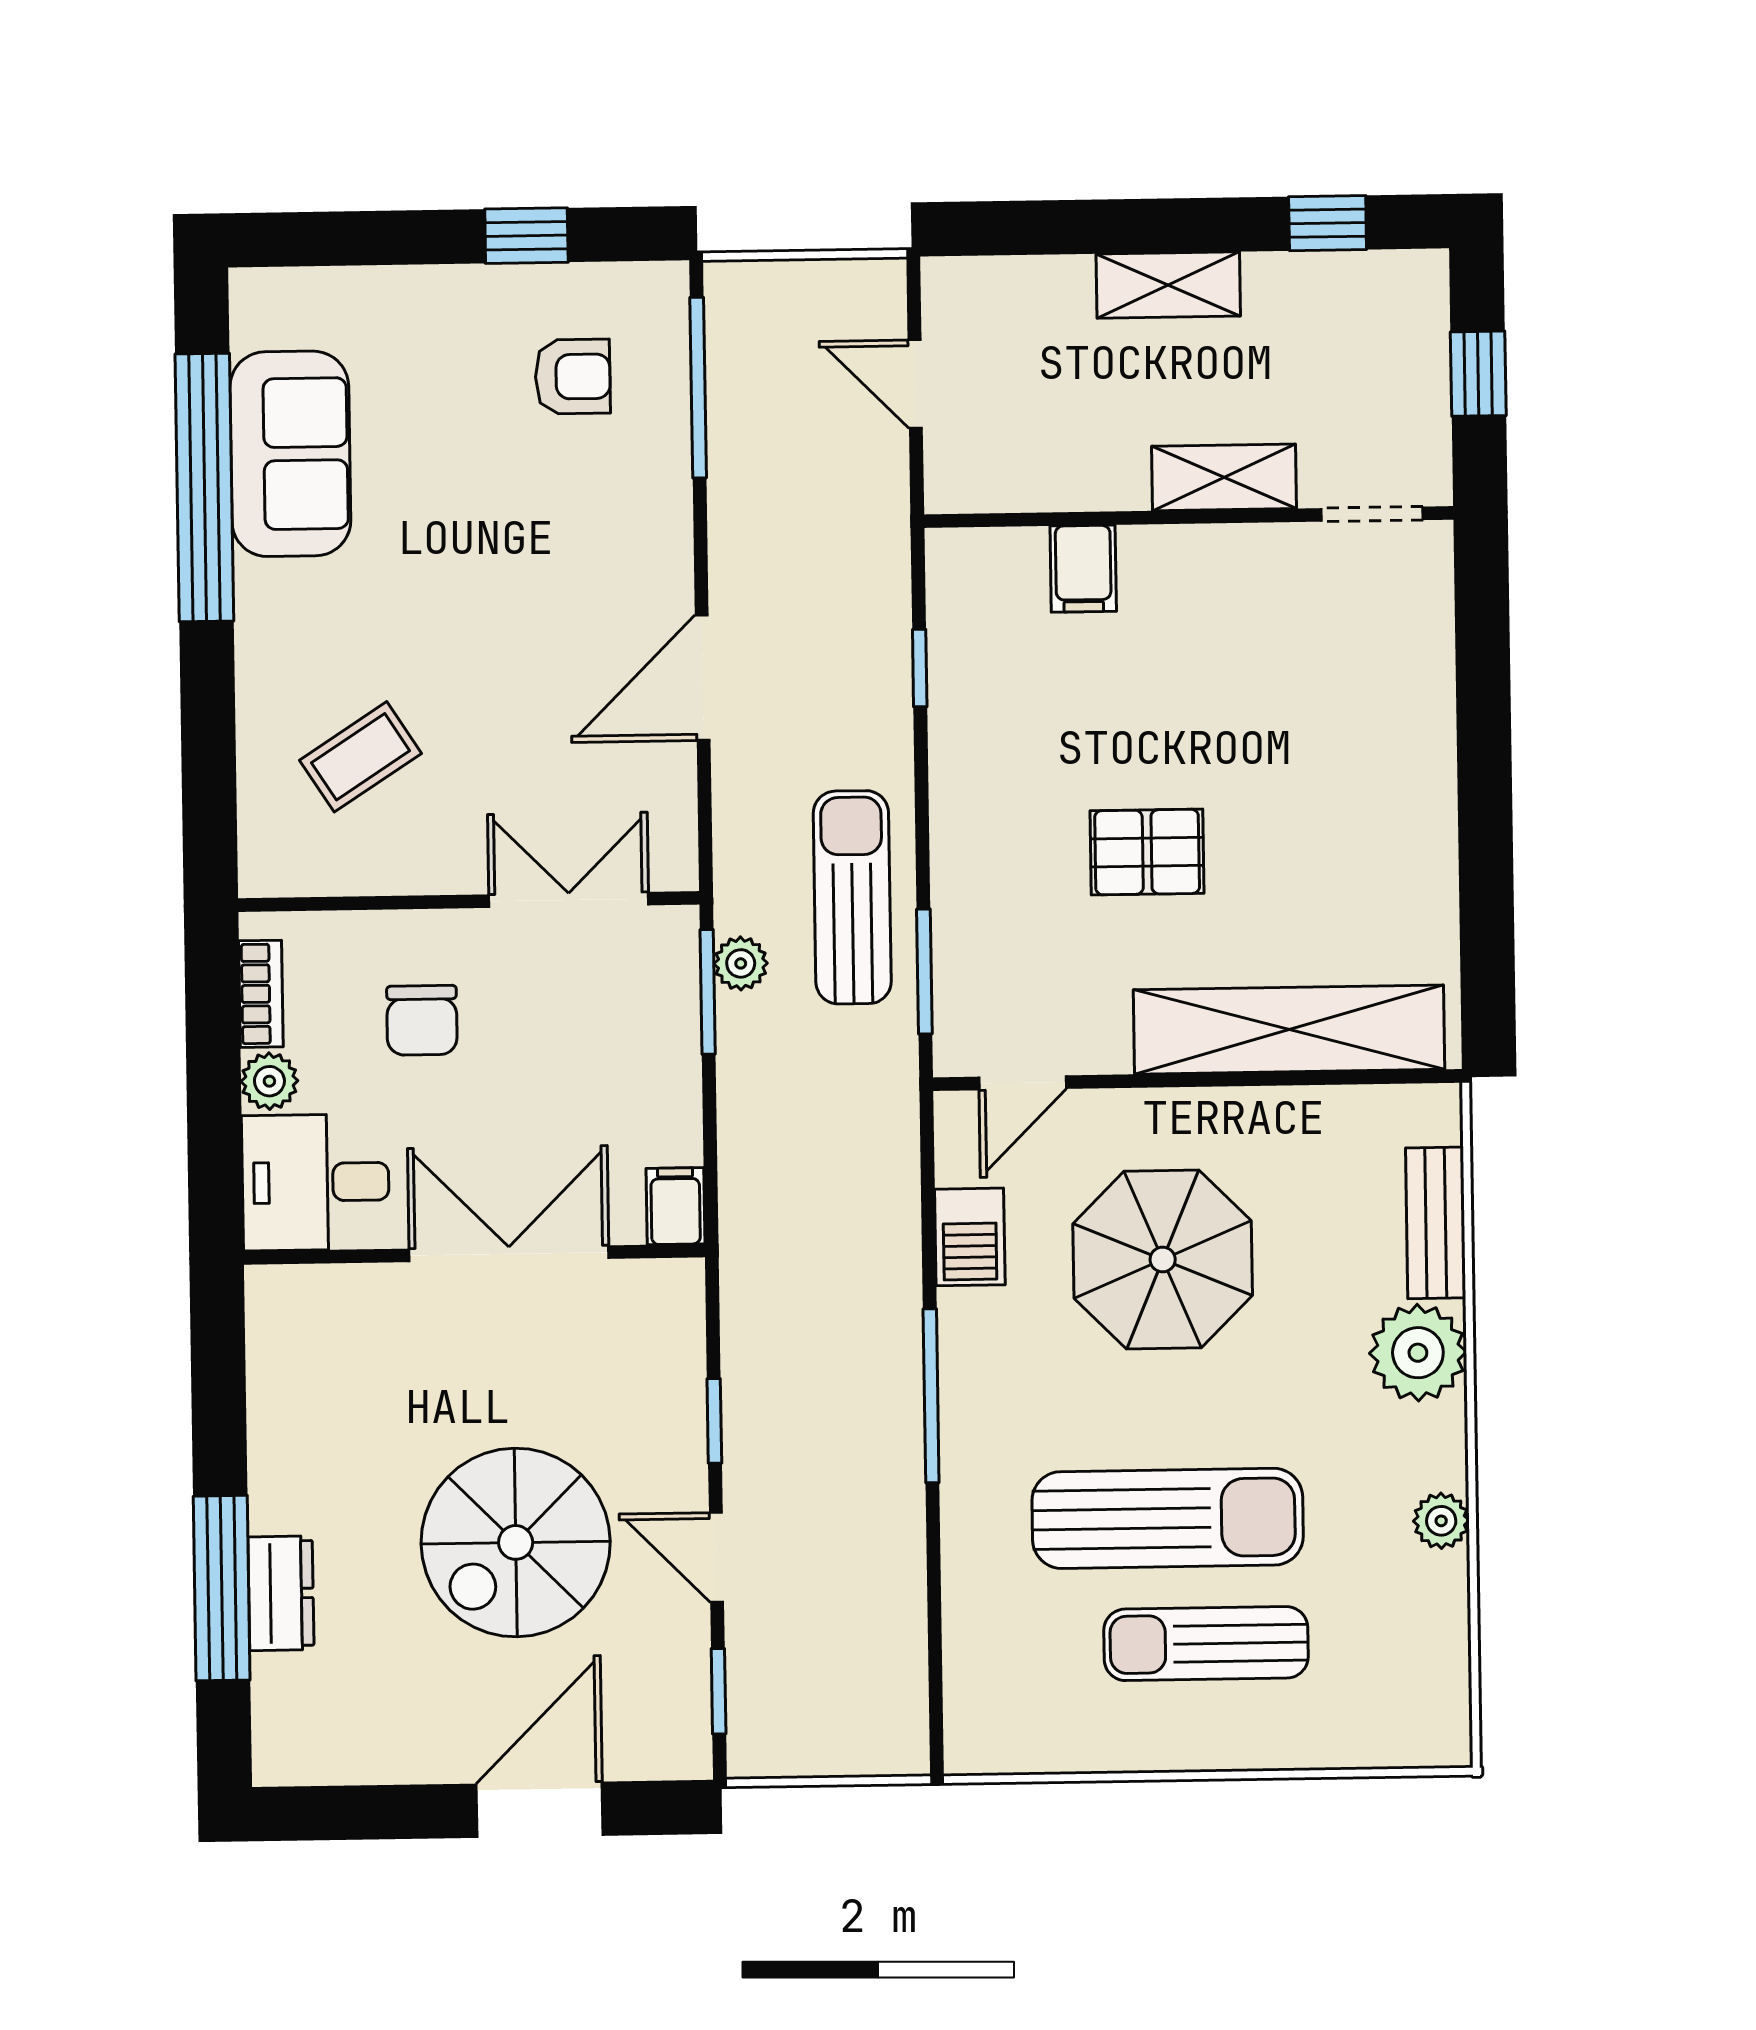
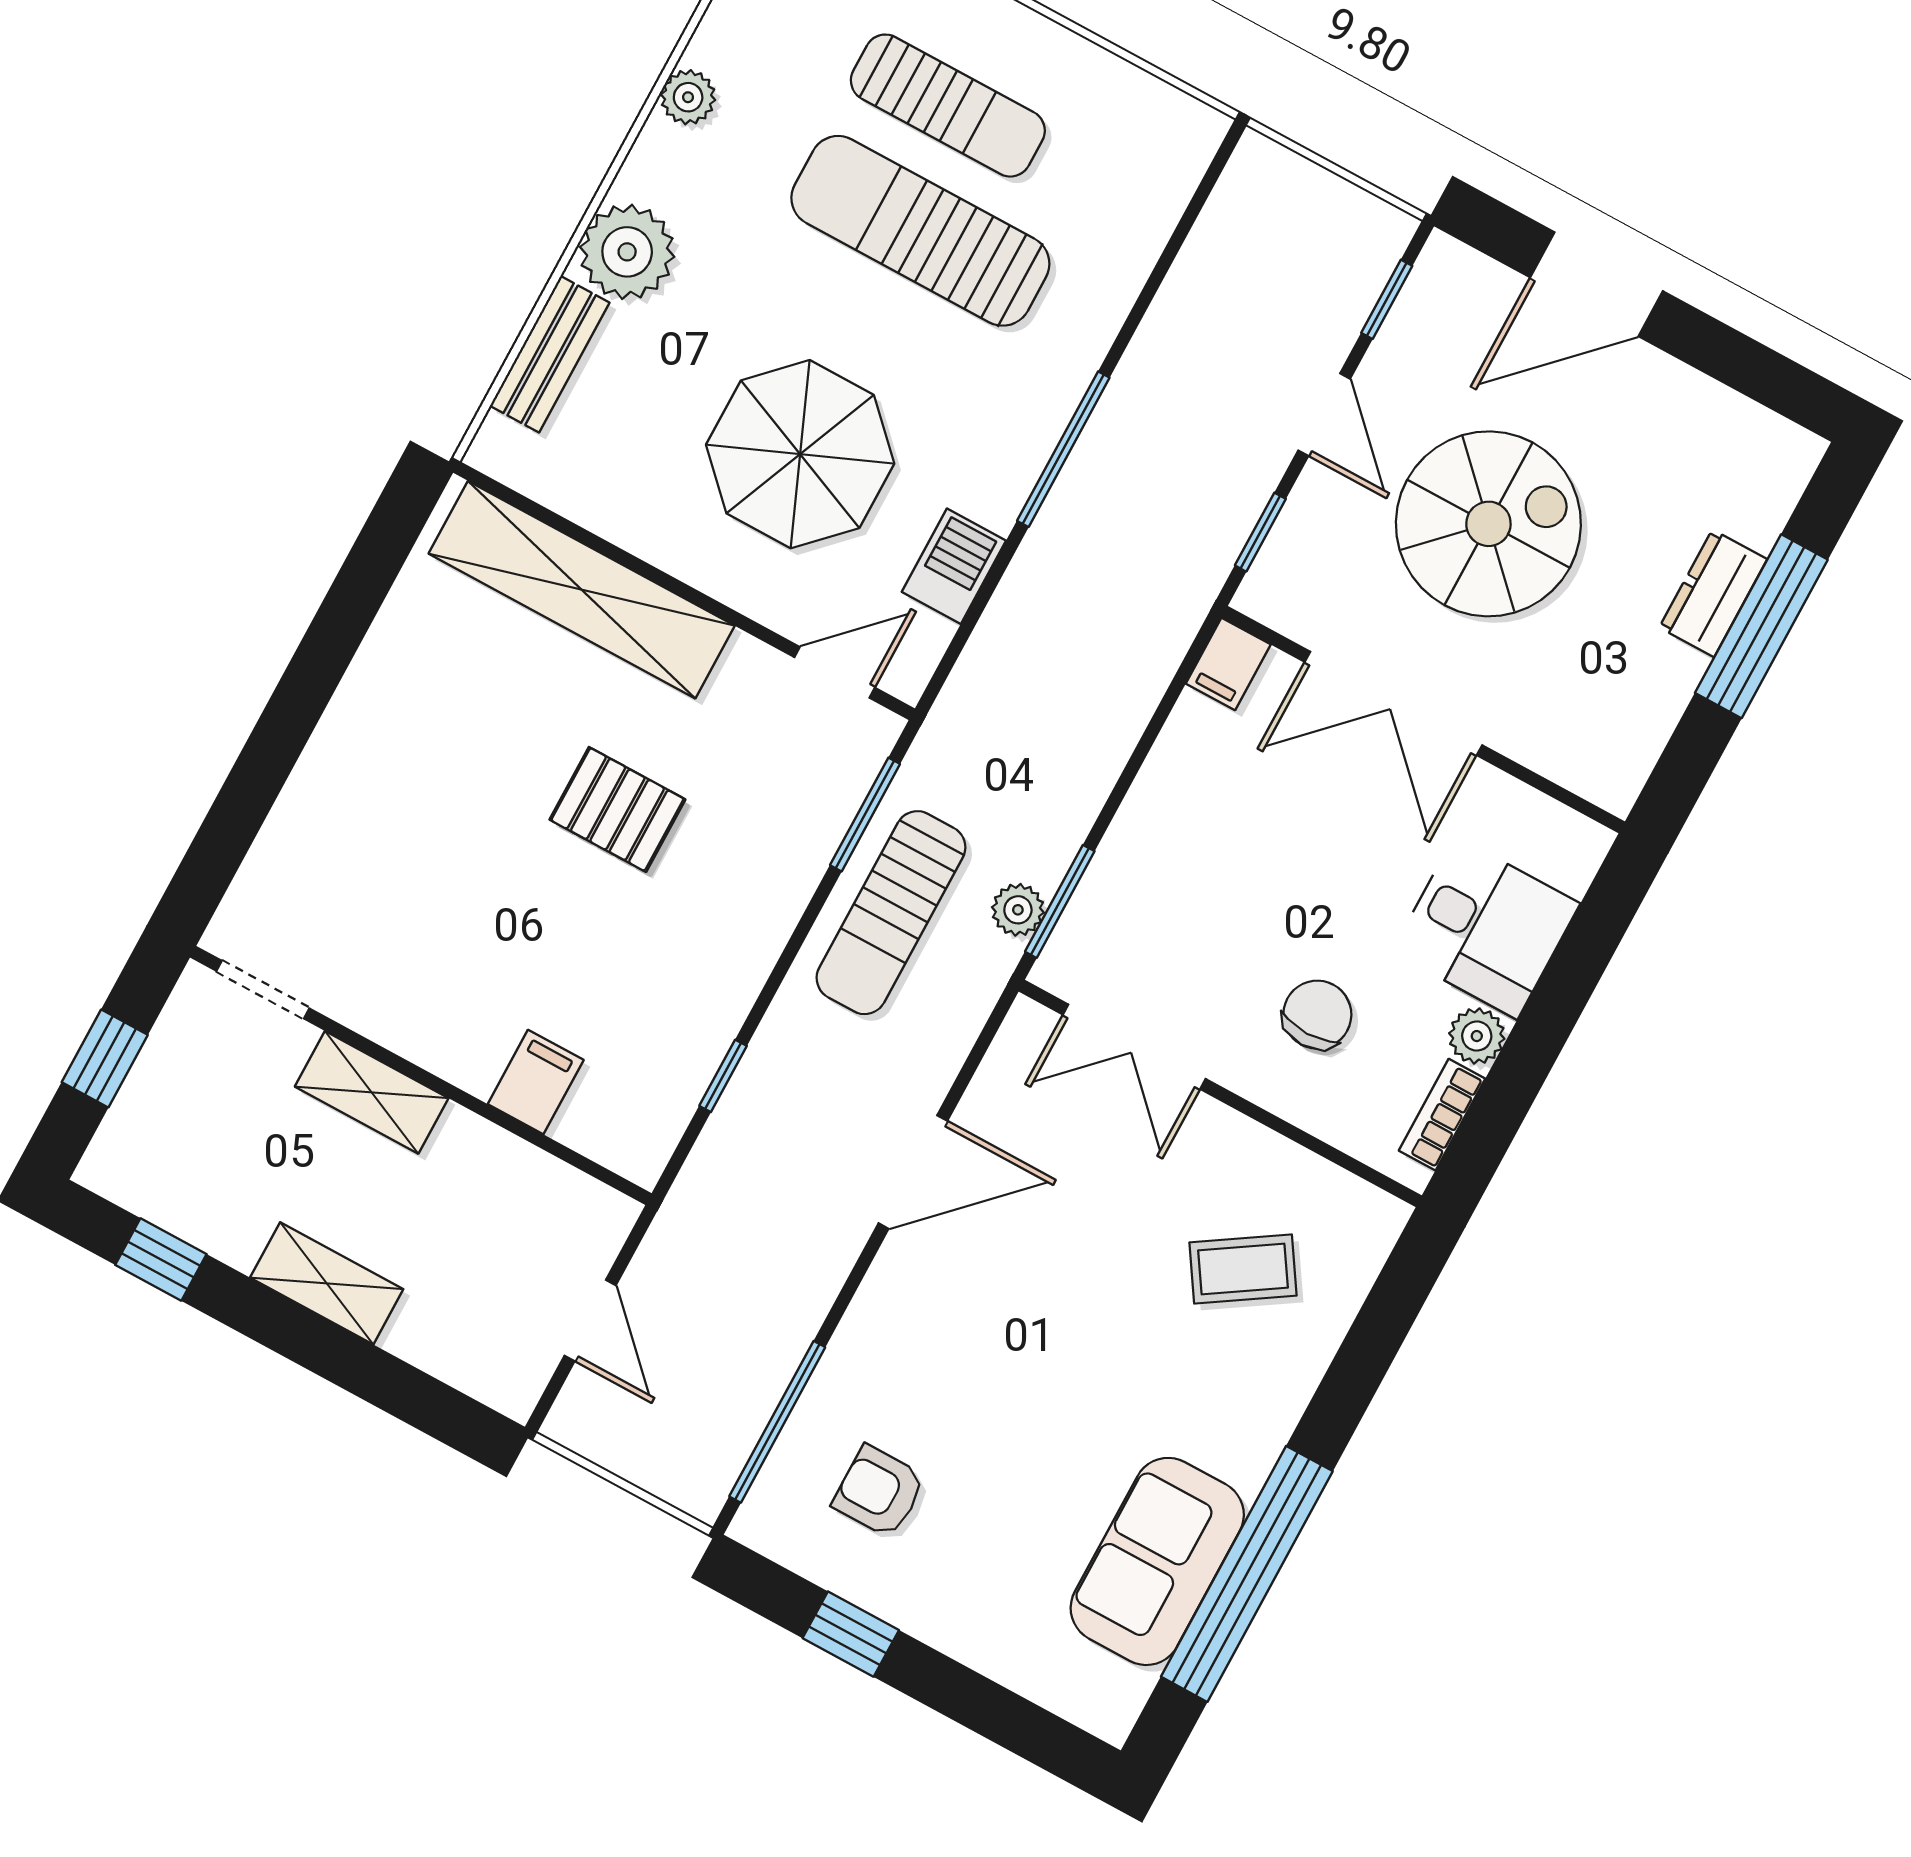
filing cabinet: (676, 1206) -> (1228, 664), moved
wall: (474, 1254) -> (1423, 720), moved
double door: (509, 1254) -> (1393, 703), moved

